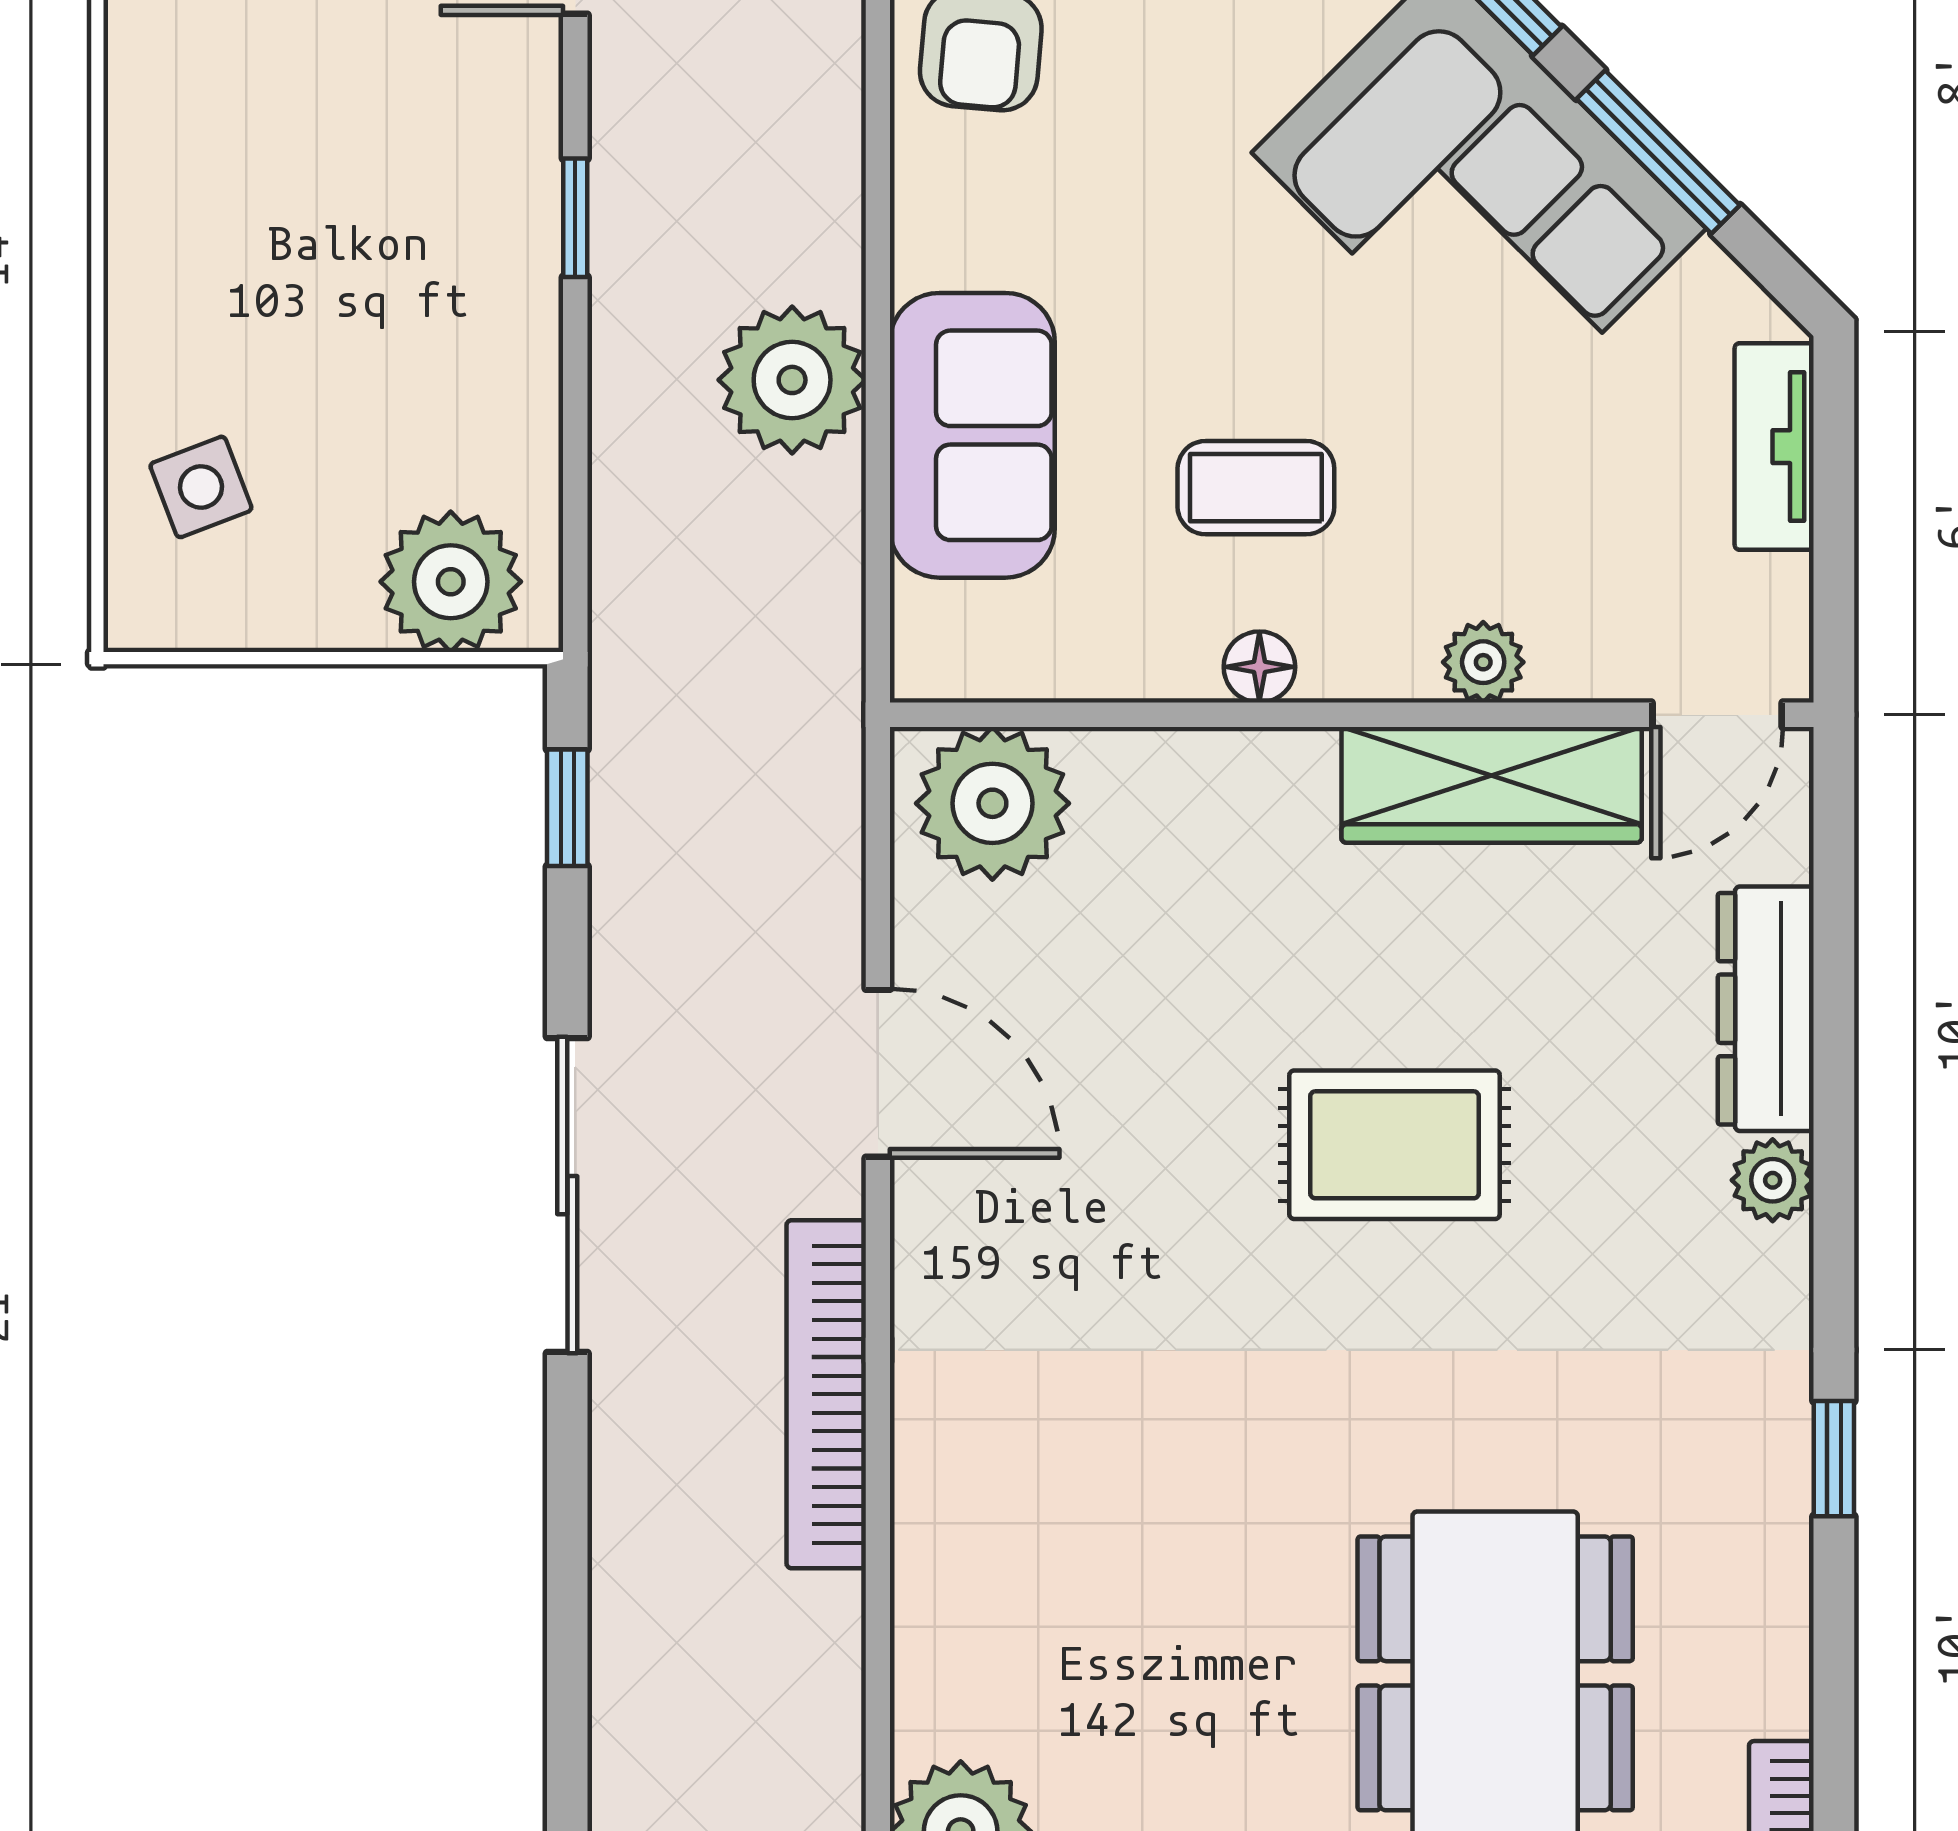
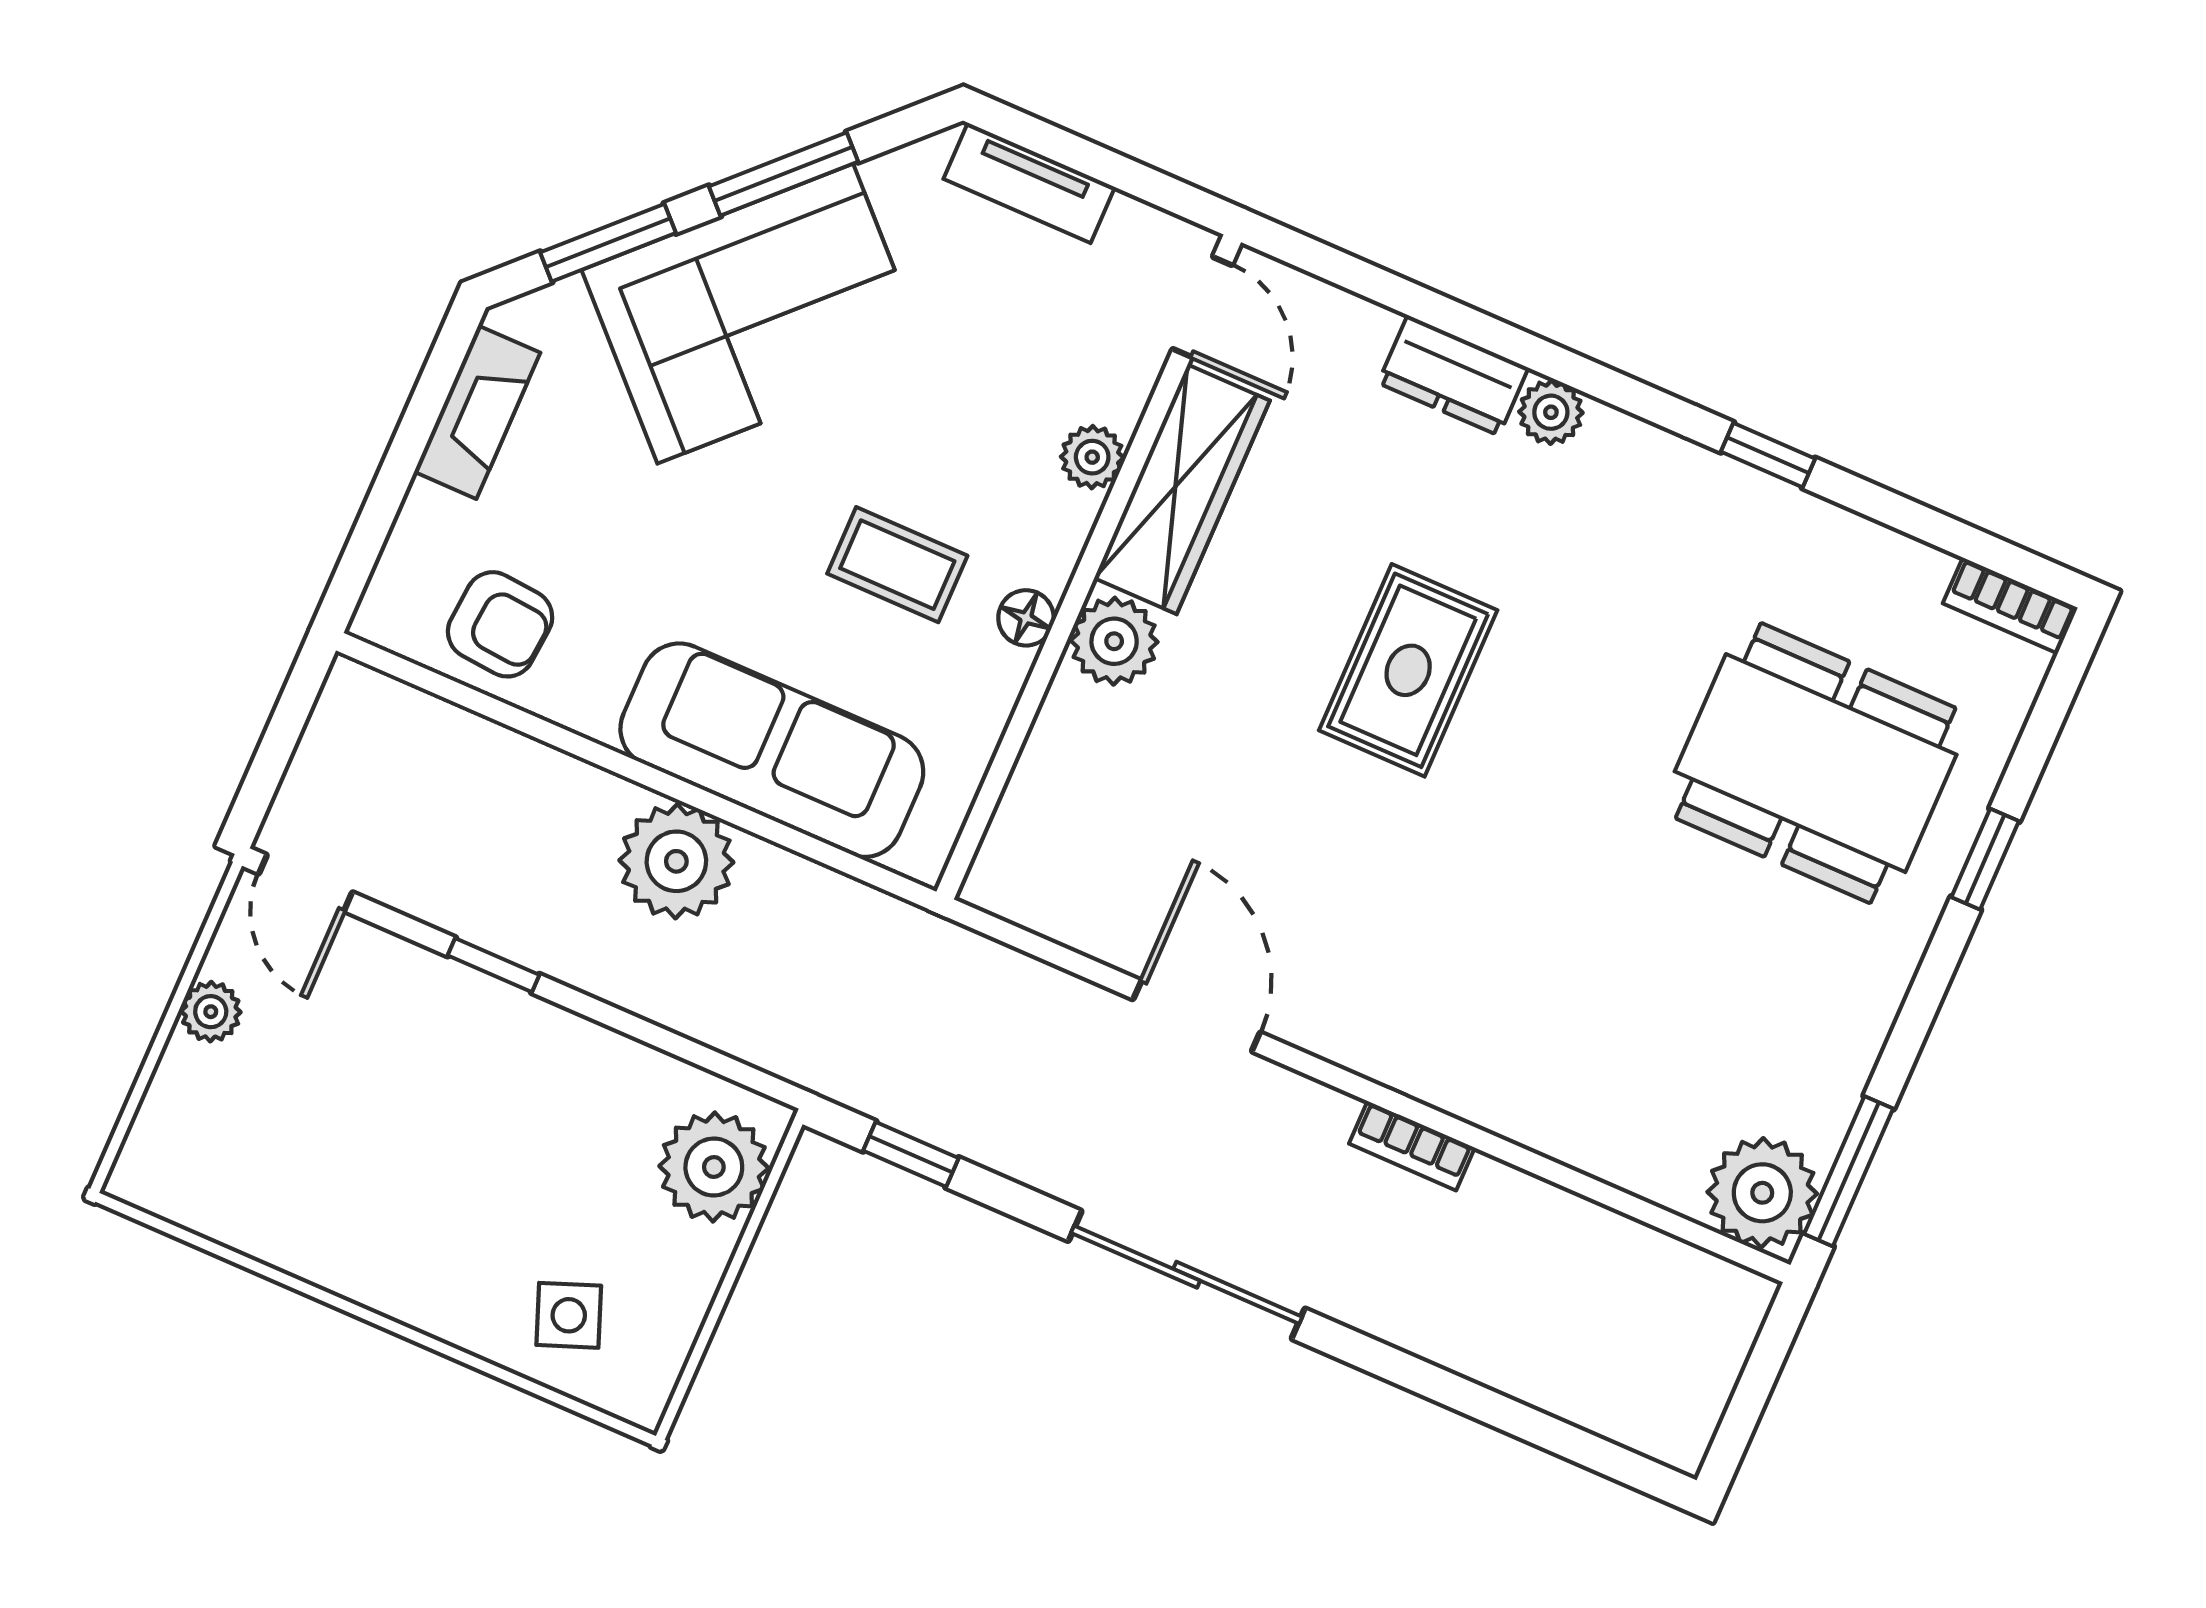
sofa: (972, 435) -> (772, 750), width x1.36
coffee table: (1256, 488) -> (897, 565), turned 90
plant: (992, 803) -> (1114, 641), moved, width x0.73, depth x0.73
dresser: (1766, 1009) -> (1453, 375), width x0.70
door: (878, 1073) -> (1197, 1016), hinge flipped
bookcase: (826, 1394) -> (1412, 1146), width x0.43, depth x0.76

